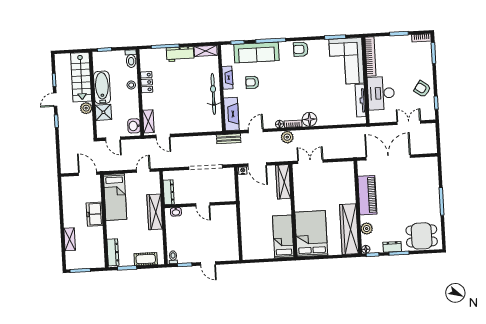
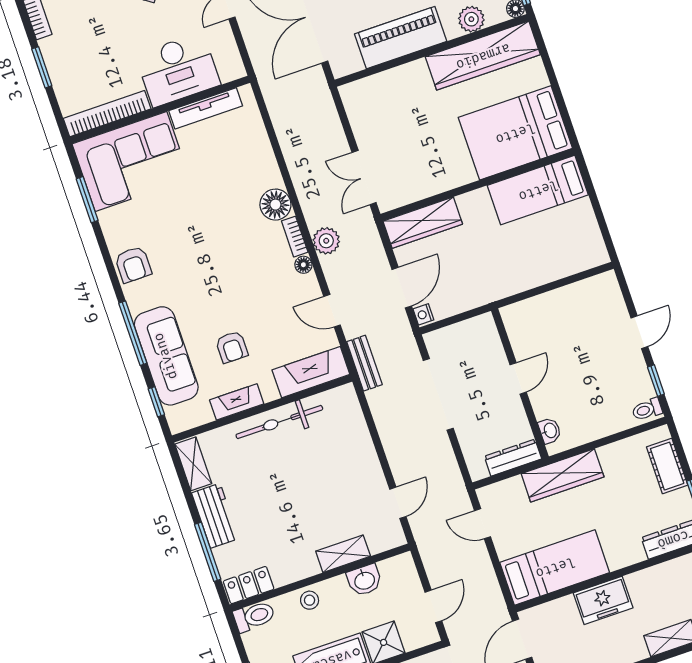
locker: (147, 82) -> (249, 585), moved
shelving: (148, 121) -> (343, 554), moved
washbasin: (134, 126) -> (364, 580), moved

